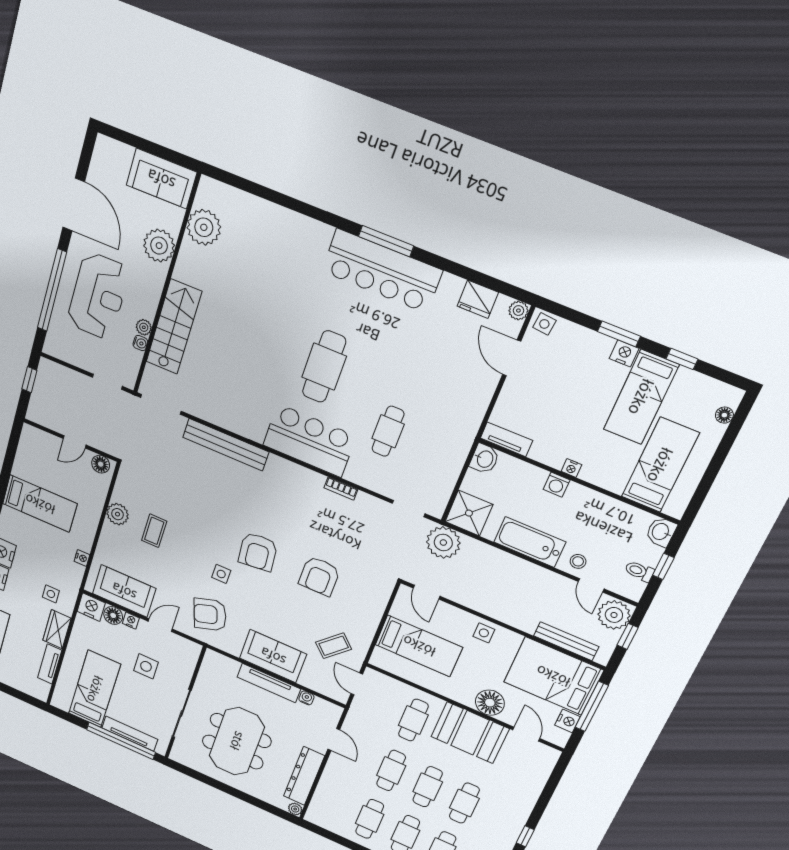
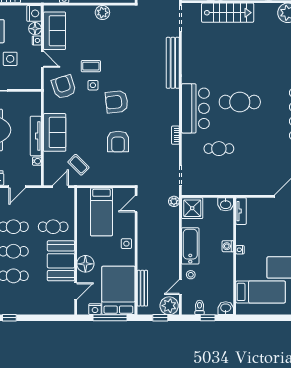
coffee table: (154, 531) -> (91, 66), moved
plant: (443, 543) -> (174, 201), width x0.53, depth x0.53
armchair: (319, 576) -> (118, 142), turned -90

